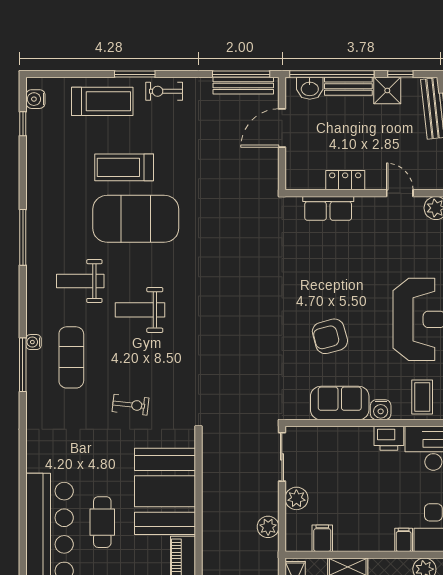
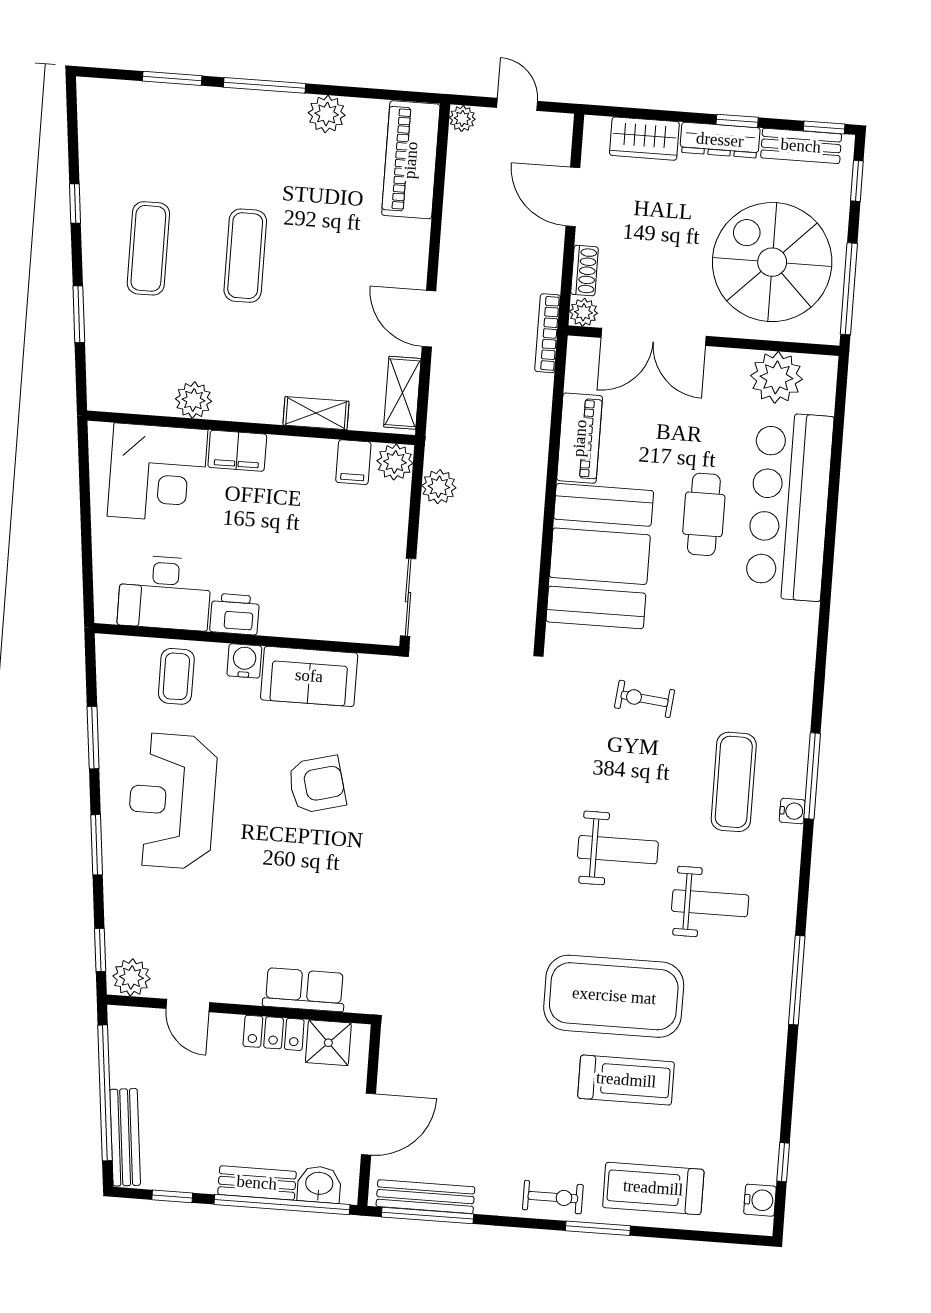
shower: (387, 91) -> (328, 1043), moved
plant: (296, 498) -> (395, 462), moved
filing cabinet: (404, 540) -> (237, 451), width x2.00

